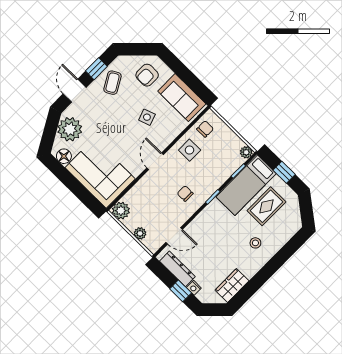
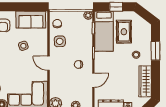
door: (174, 236) -> (93, 80), moved
window: (280, 259) -> (155, 51), added
wardrobe: (232, 285) -> (145, 81), width x1.50

